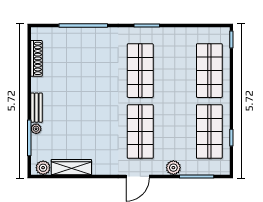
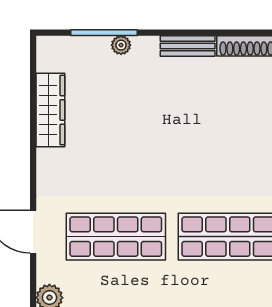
bench: (37, 108) -> (188, 46), moved
plant: (43, 168) -> (49, 58), removed

